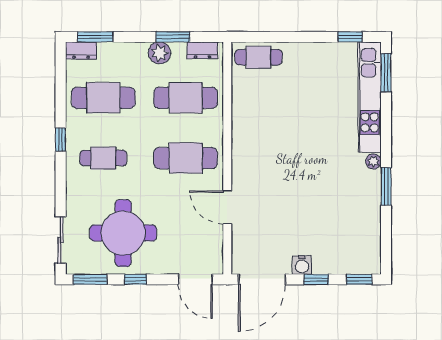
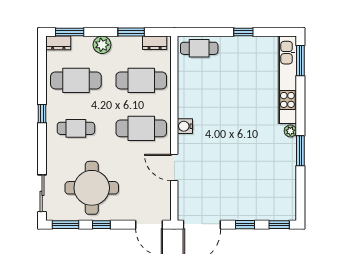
window: (350, 37) -> (243, 32), moved
plant: (160, 53) -> (102, 45), moved
water cooler: (302, 265) -> (185, 126), moved, turned 90

